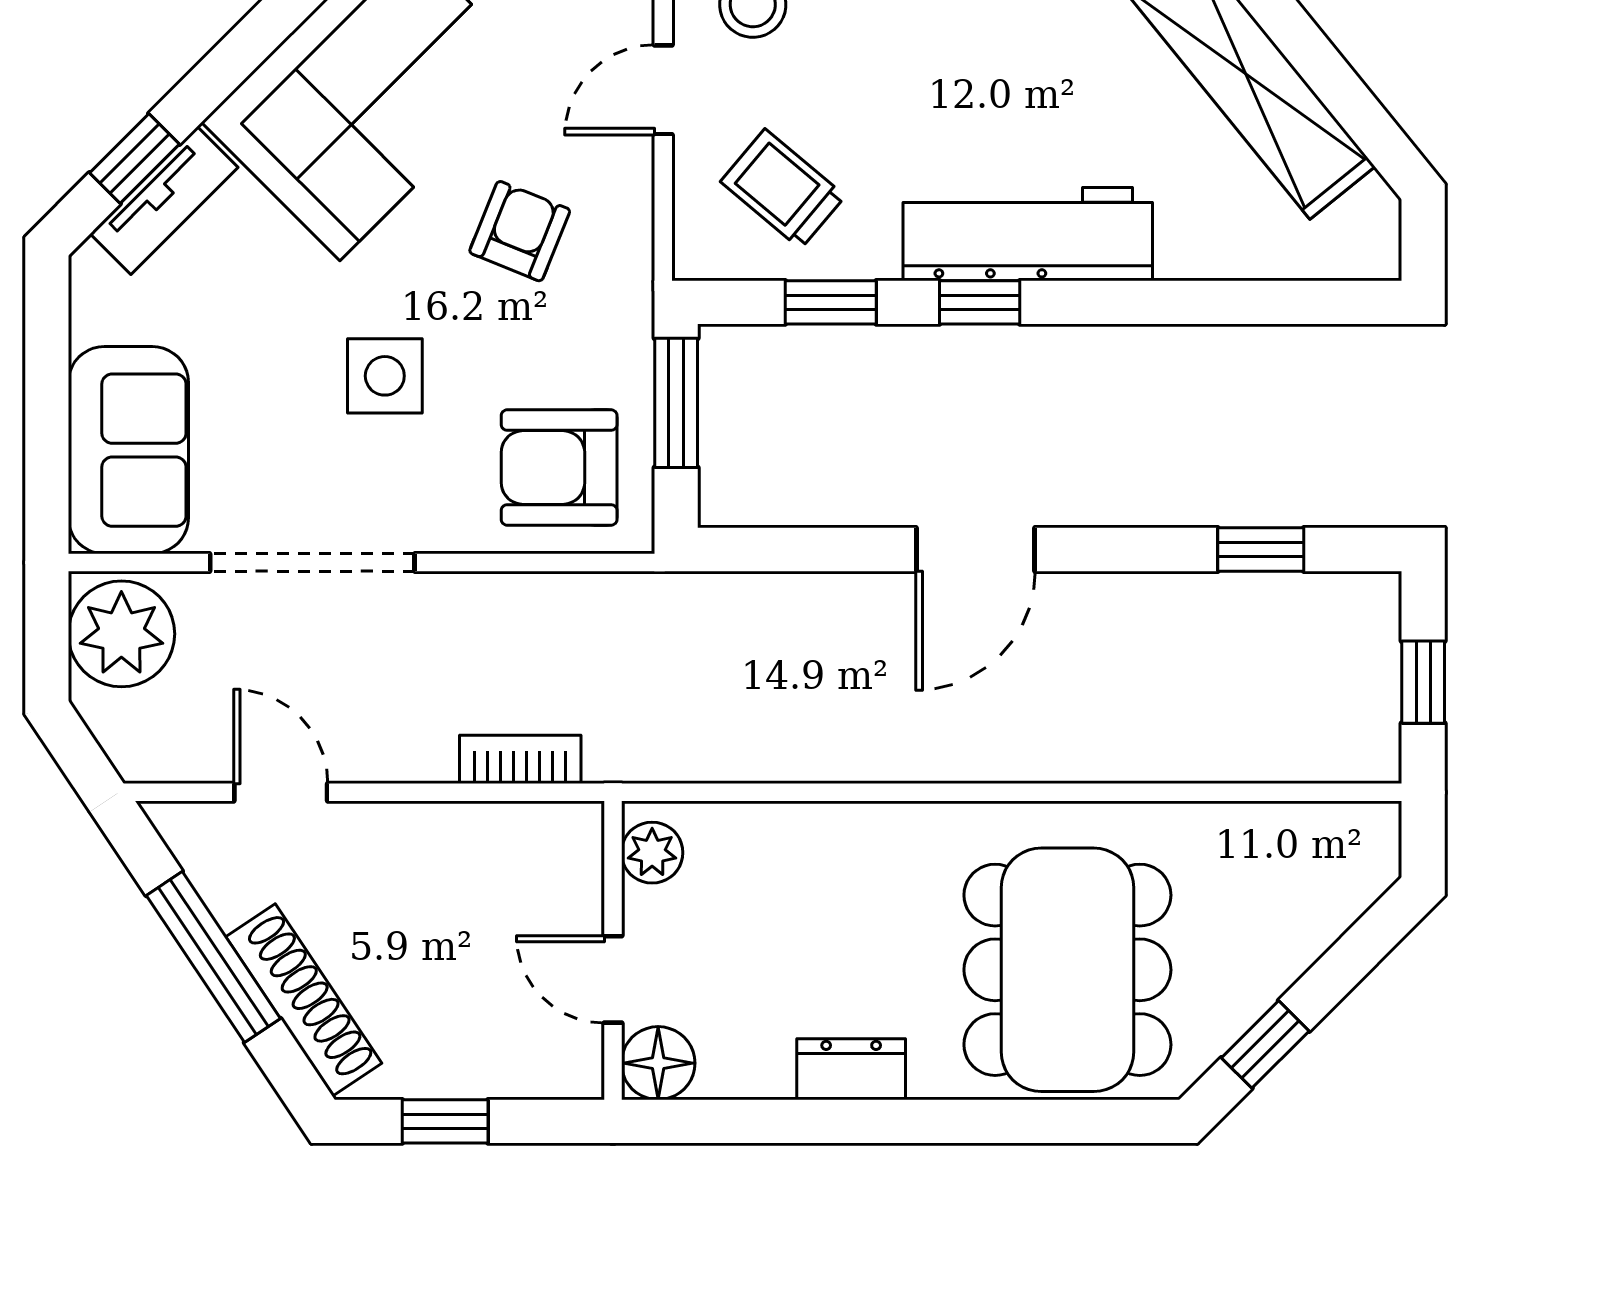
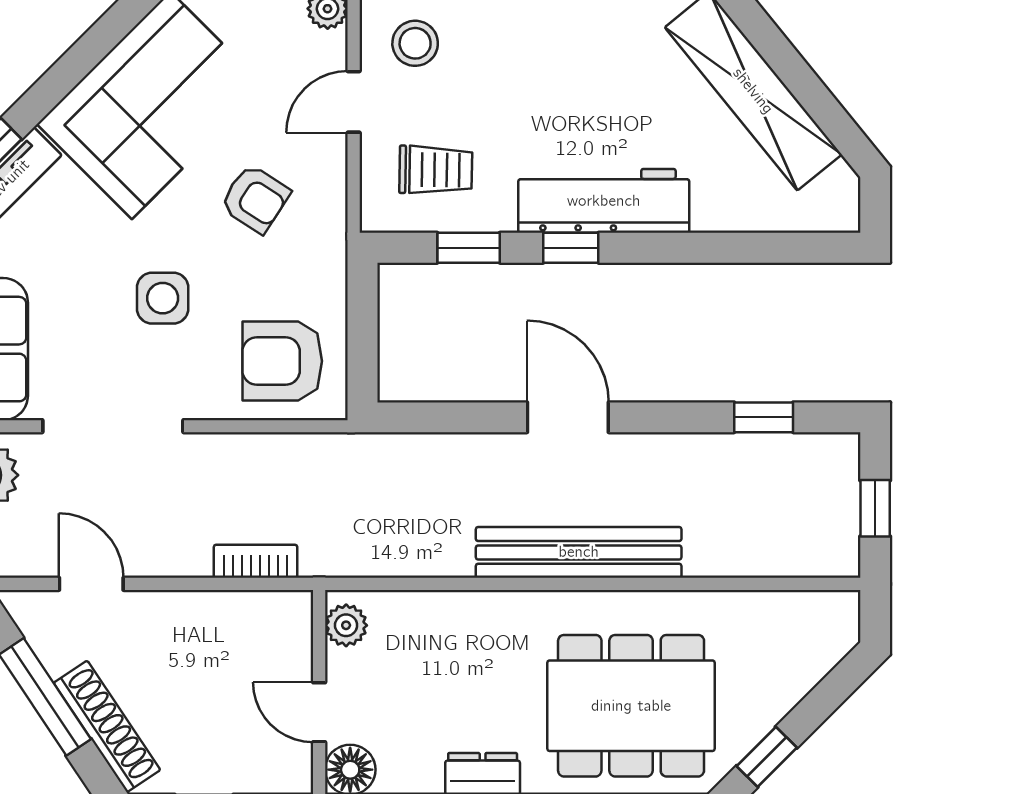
trolley: (783, 189) -> (436, 170), turned 141
armchair: (520, 231) -> (255, 199), turned 101
window: (676, 403) -> (362, 317), removed
door: (975, 550) -> (568, 417), swing flipped
bench: (991, 746) -> (579, 552), added
dining table: (1067, 970) -> (631, 706), turned 90

